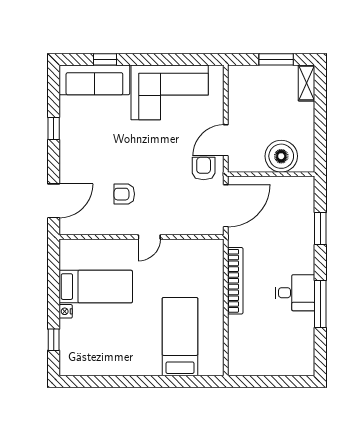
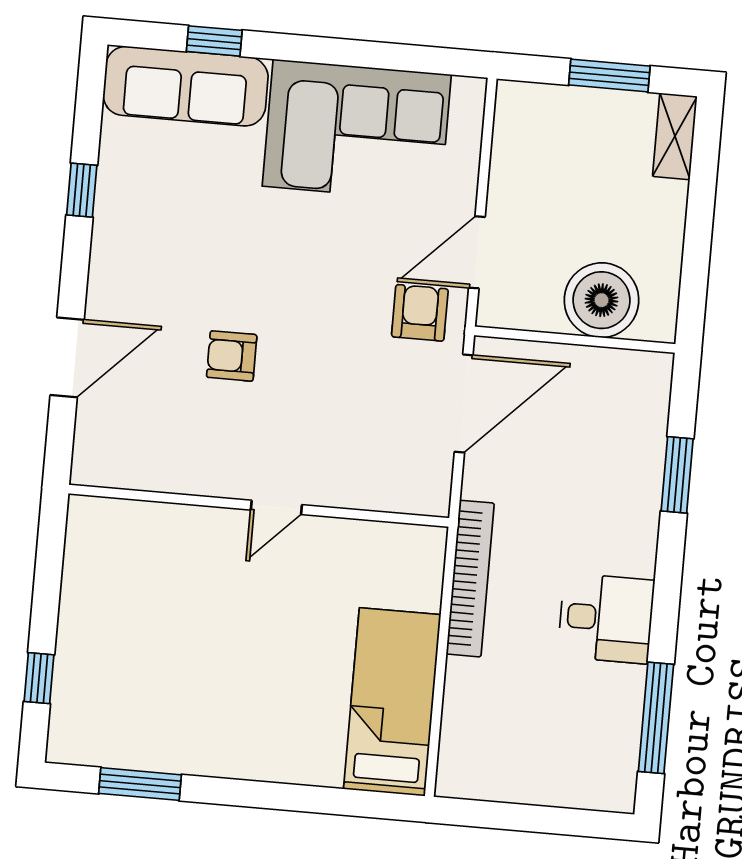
wall: (142, 237) -> (259, 506), moved
door: (149, 237) -> (276, 507), moved
bed: (96, 287) -> (147, 564), removed
window: (320, 304) -> (656, 718), moved
nightstand: (66, 311) -> (73, 615), removed
bed: (180, 337) -> (392, 702), moved
window: (101, 381) -> (140, 784), added

